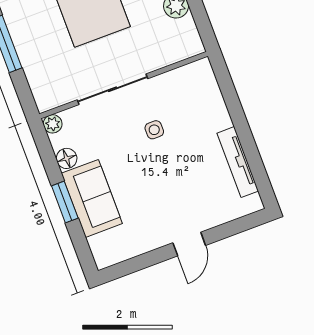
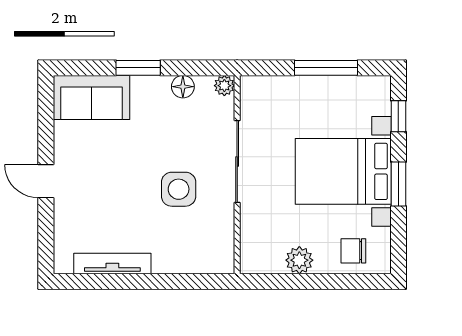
side table: (154, 130) -> (179, 189), width x1.87, depth x1.87
sofa: (92, 198) -> (92, 97), moved

